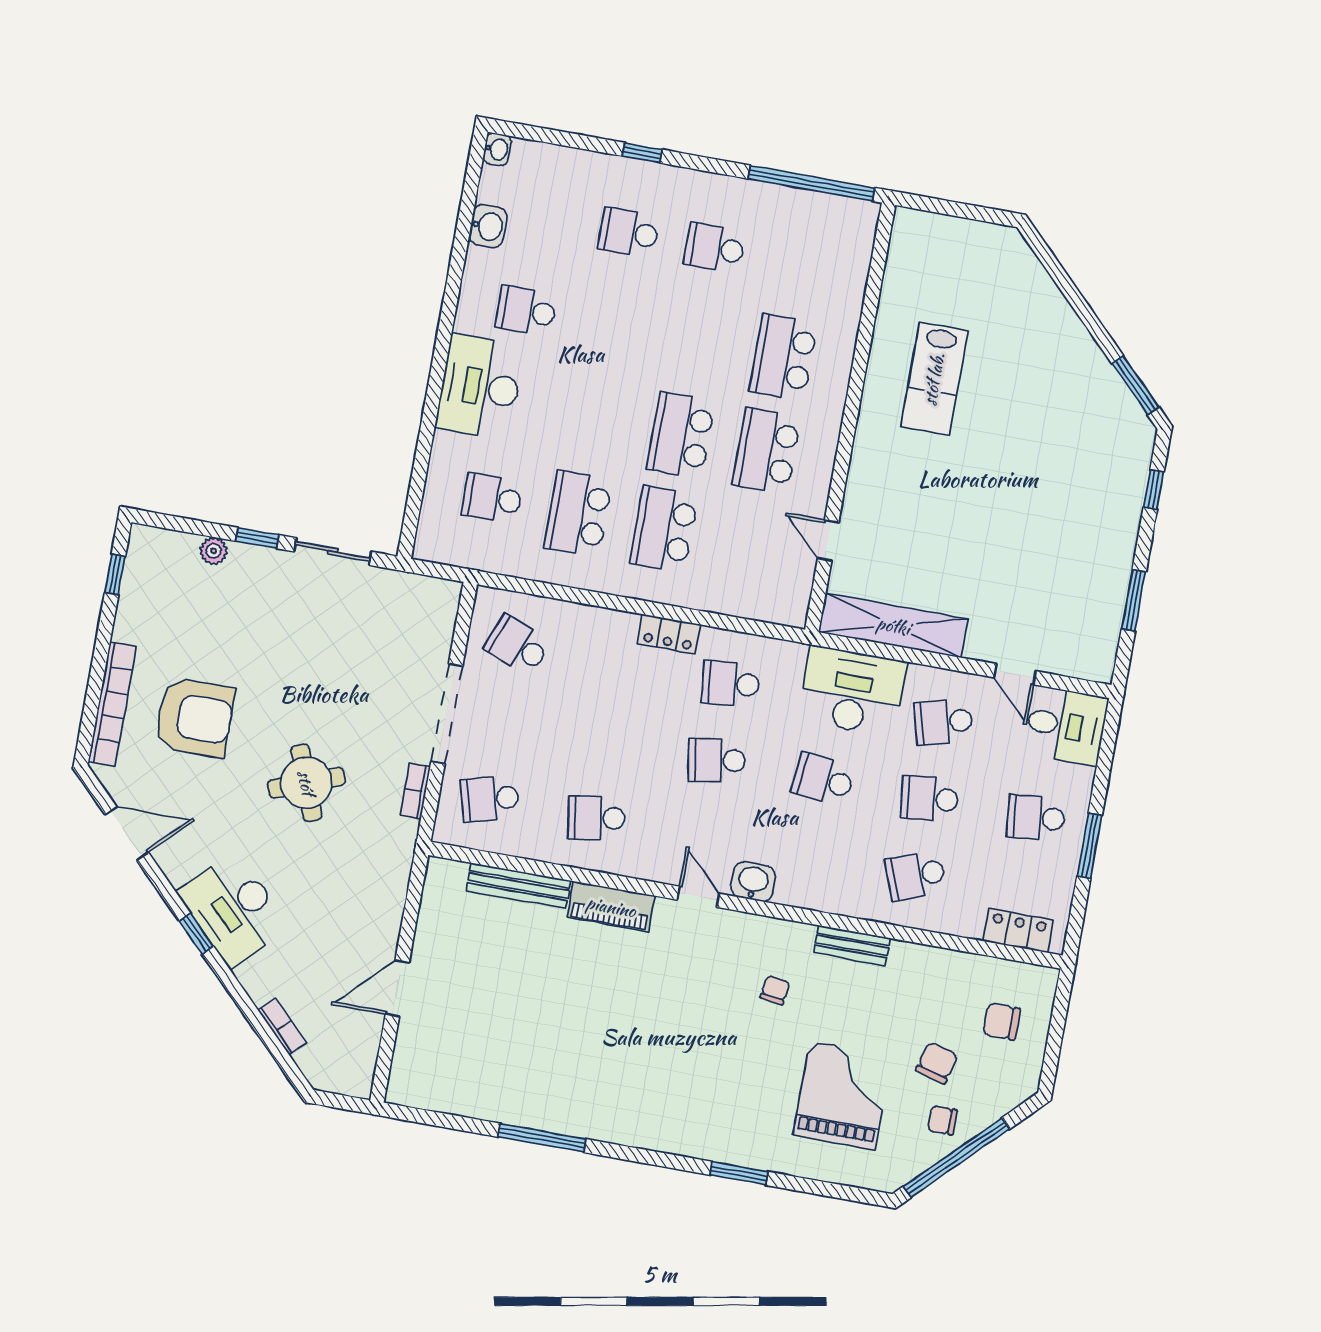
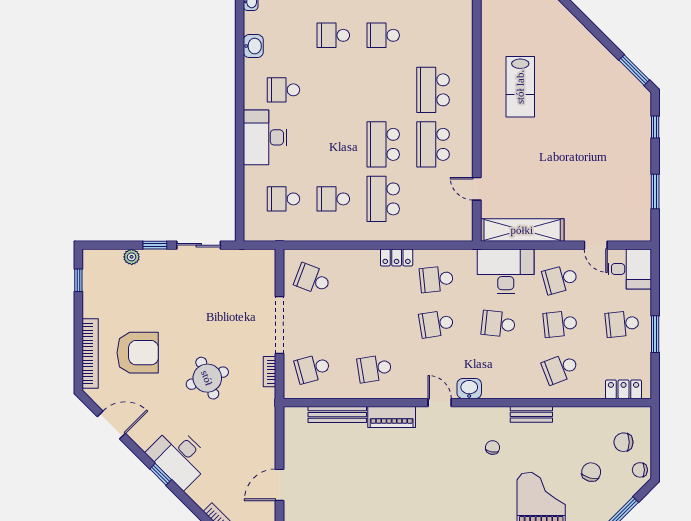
school desk: (578, 514) -> (333, 199), width x0.54
chair: (942, 1120) -> (640, 470), moved

